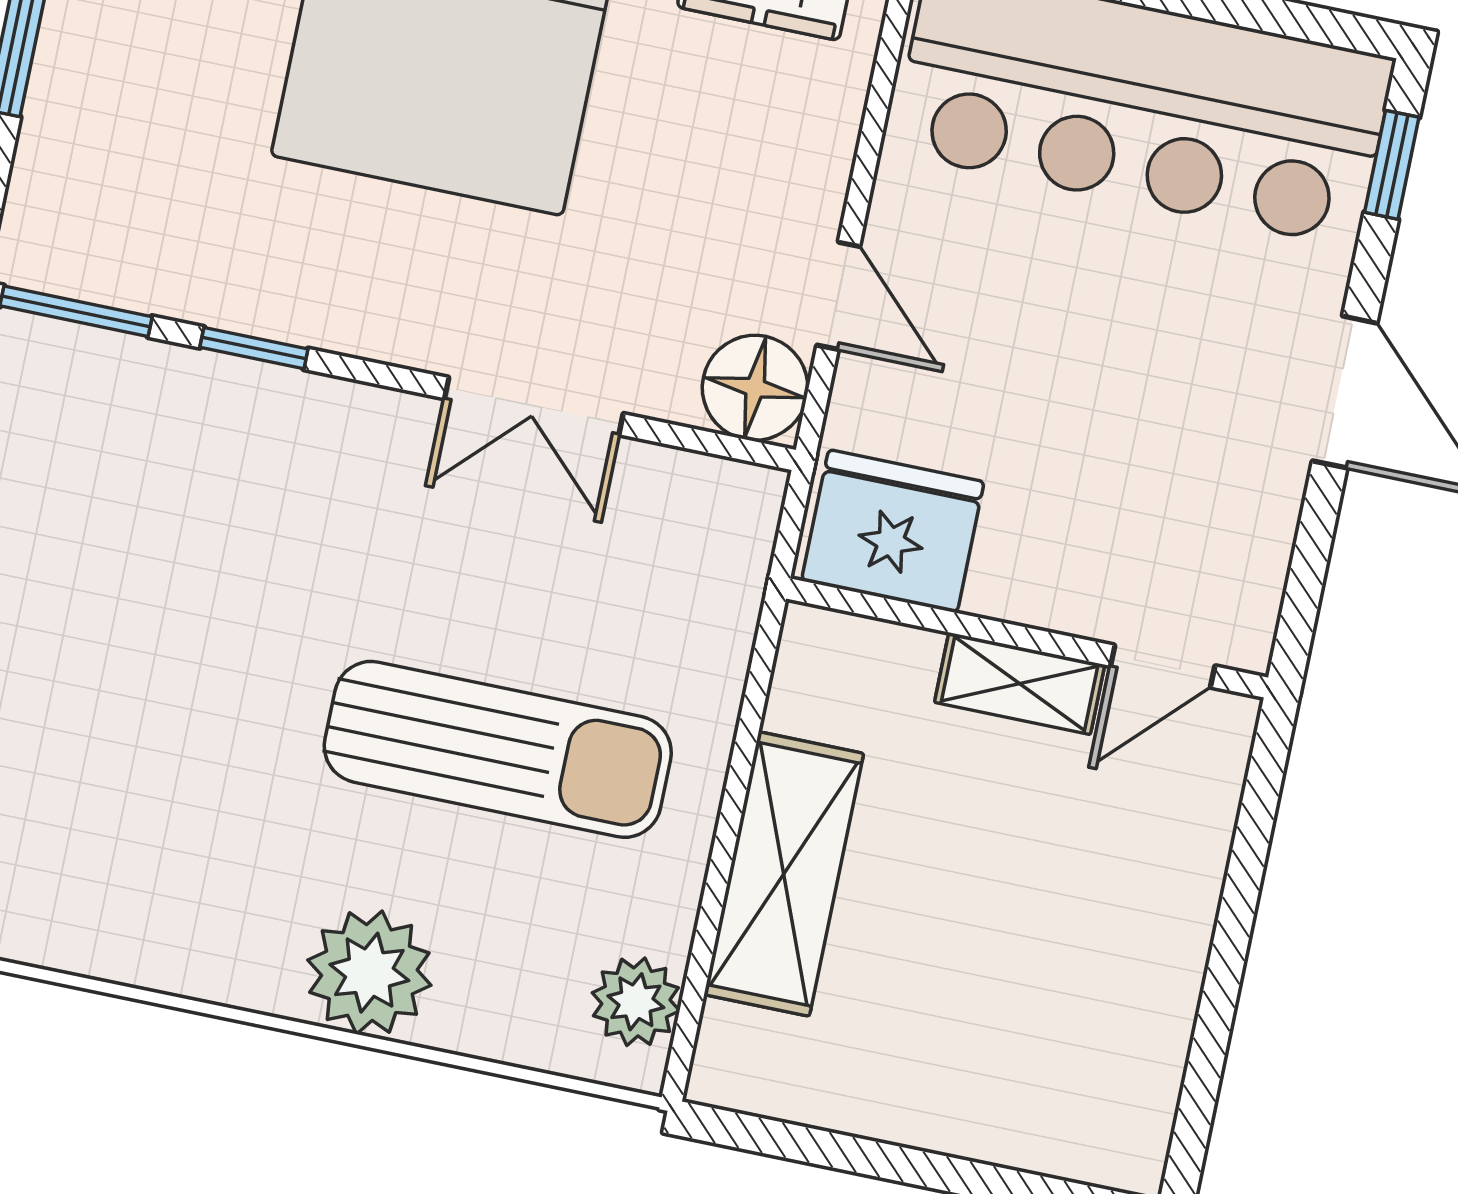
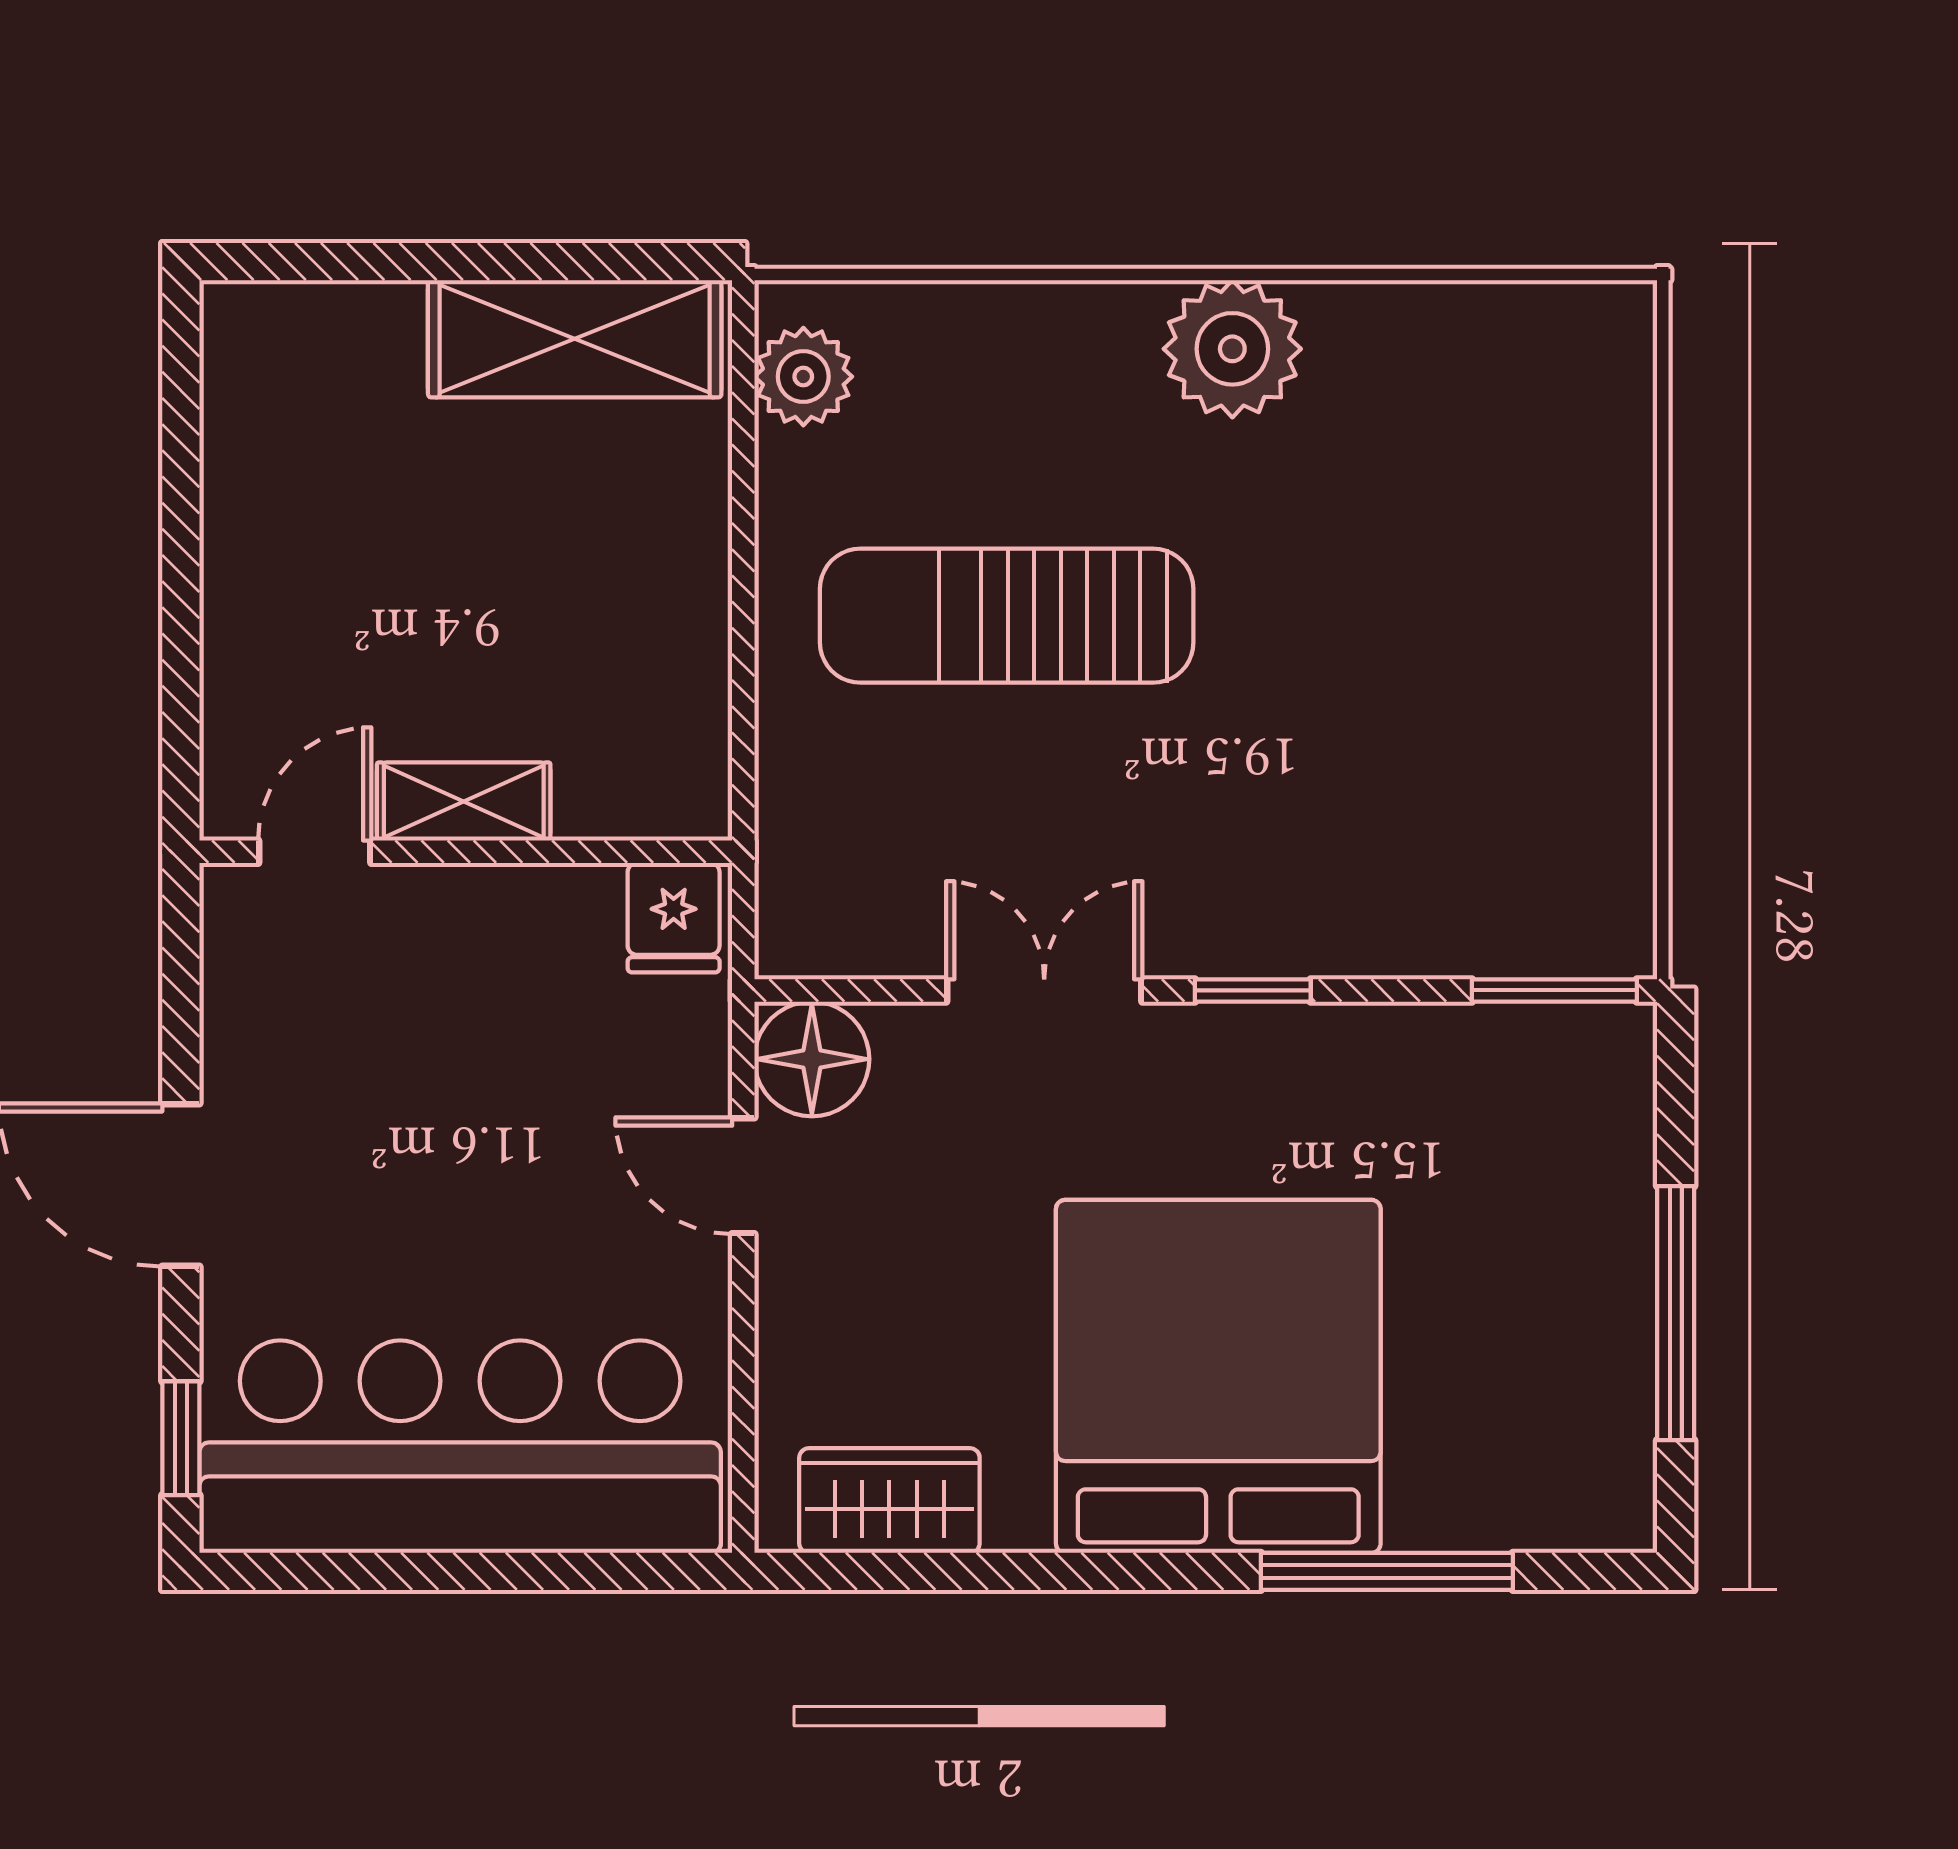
window: (254, 348) -> (1253, 990), moved
fridge: (893, 531) -> (674, 918), width x0.53, depth x0.75
shelving: (784, 874) -> (575, 339), moved, turned 90
plant: (369, 973) -> (1232, 349), moved

